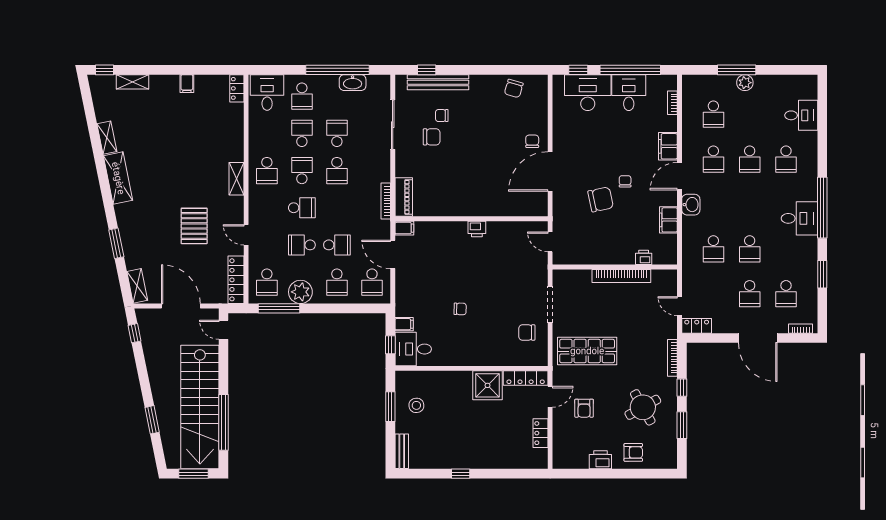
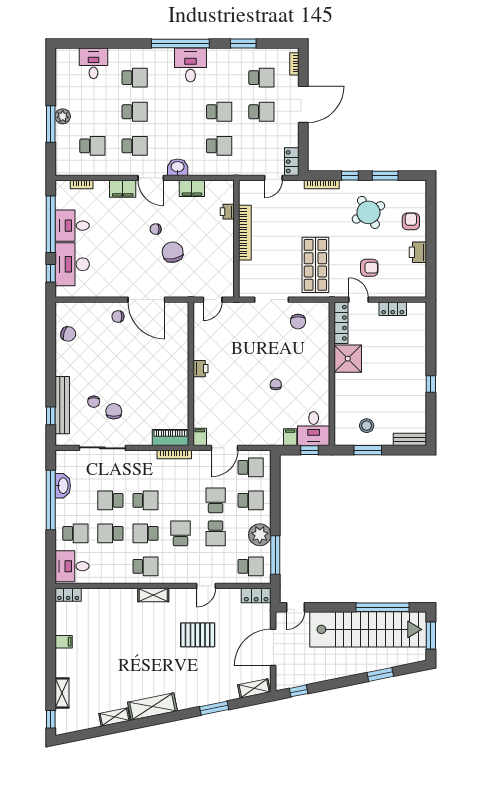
locker: (236, 280) -> (256, 596), width x0.66

